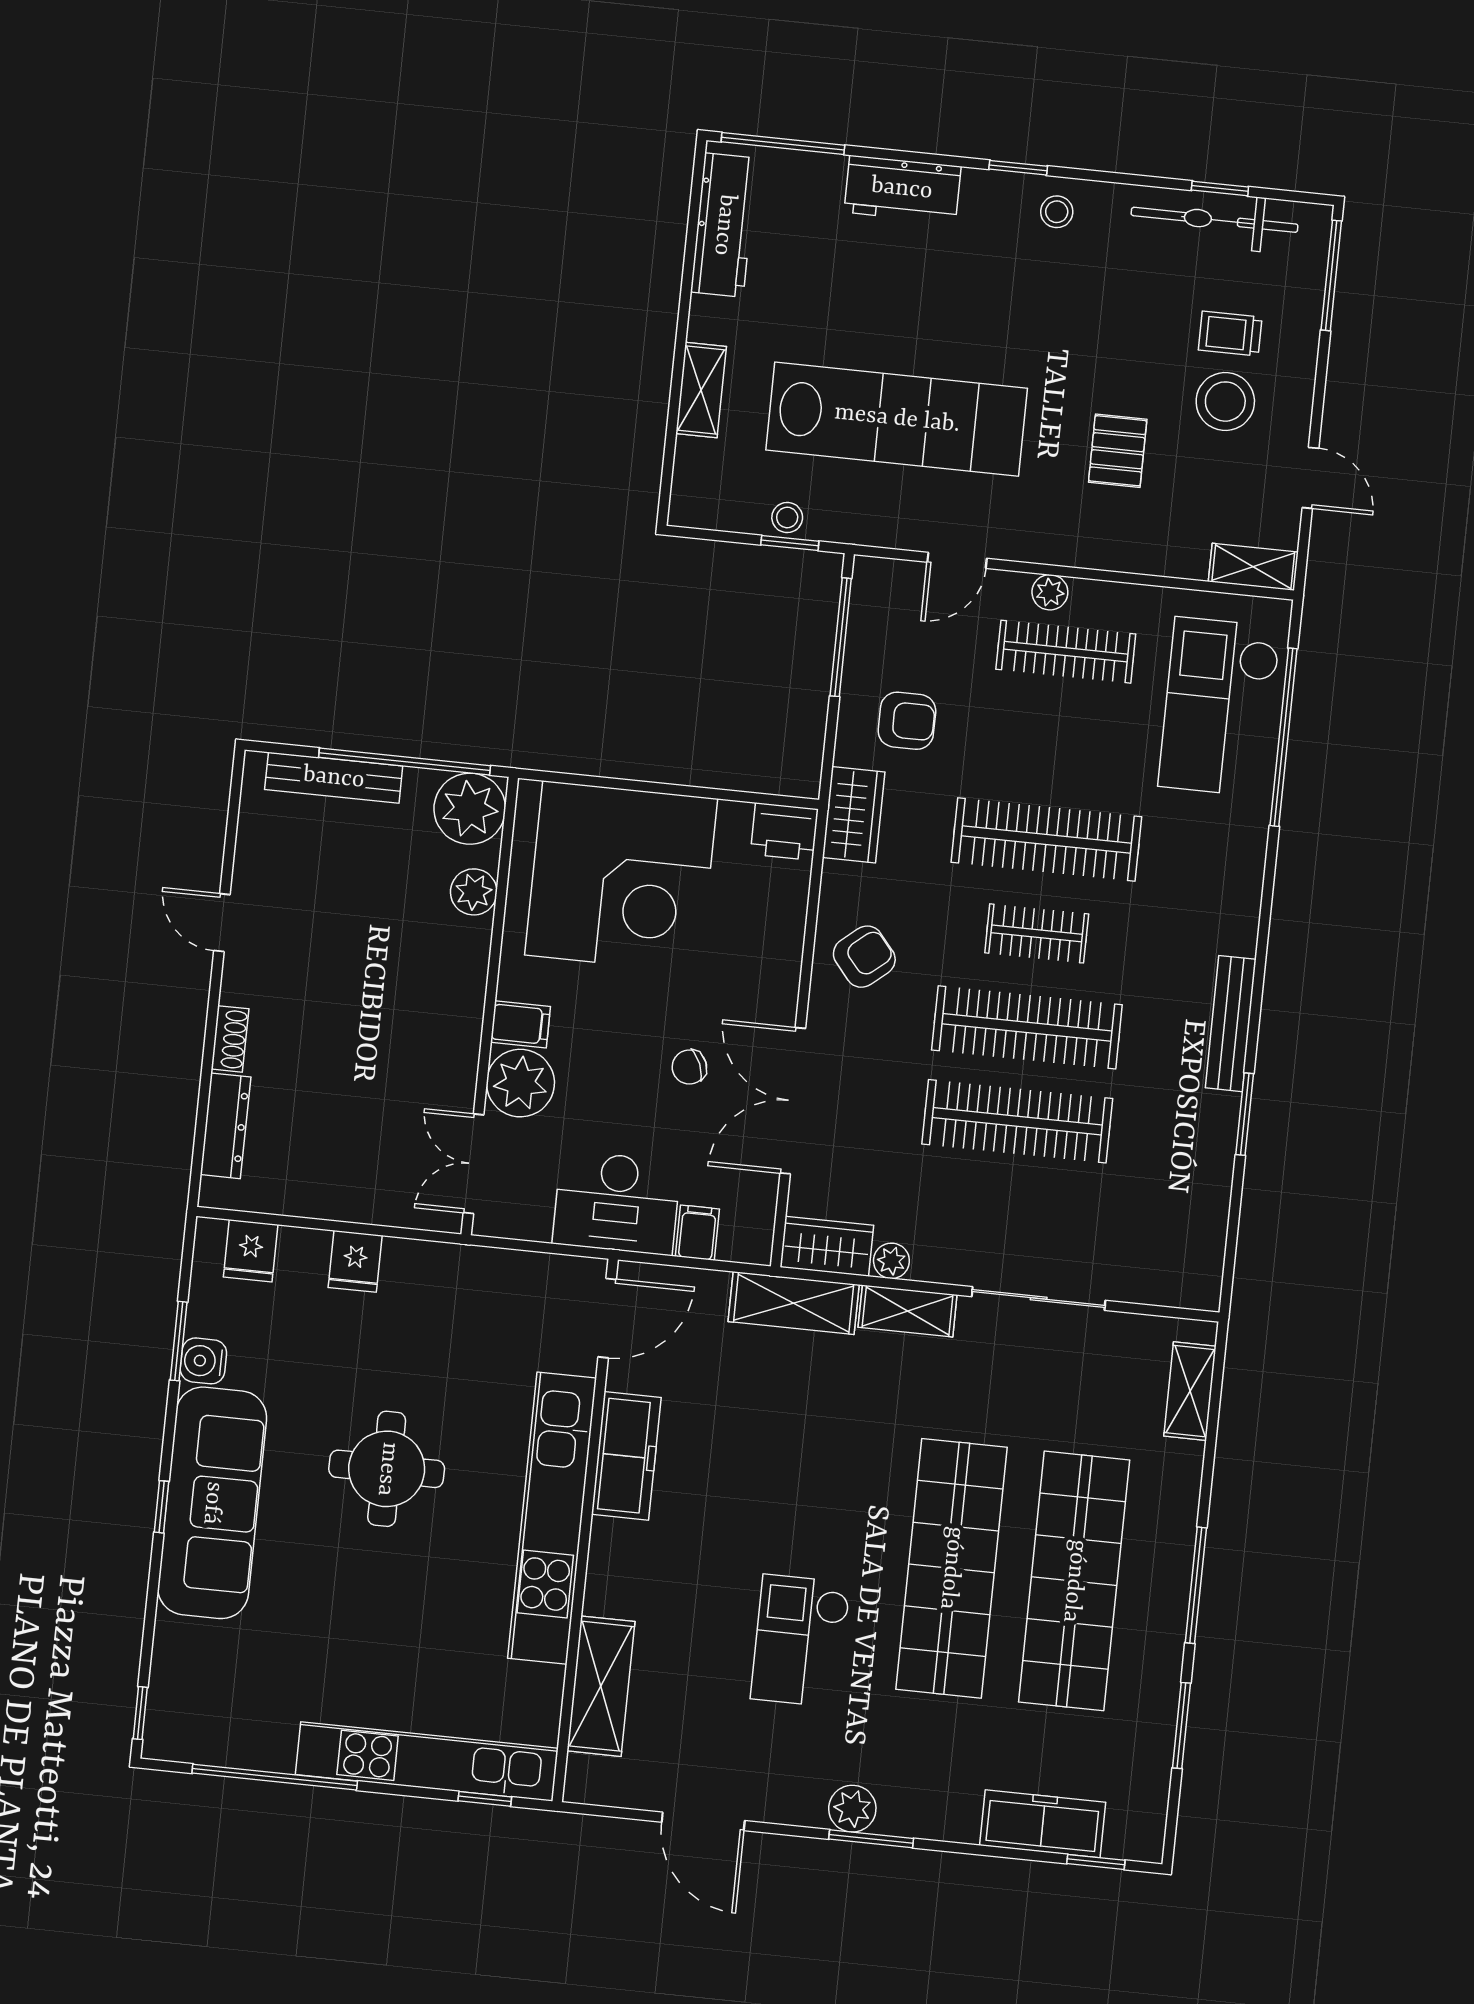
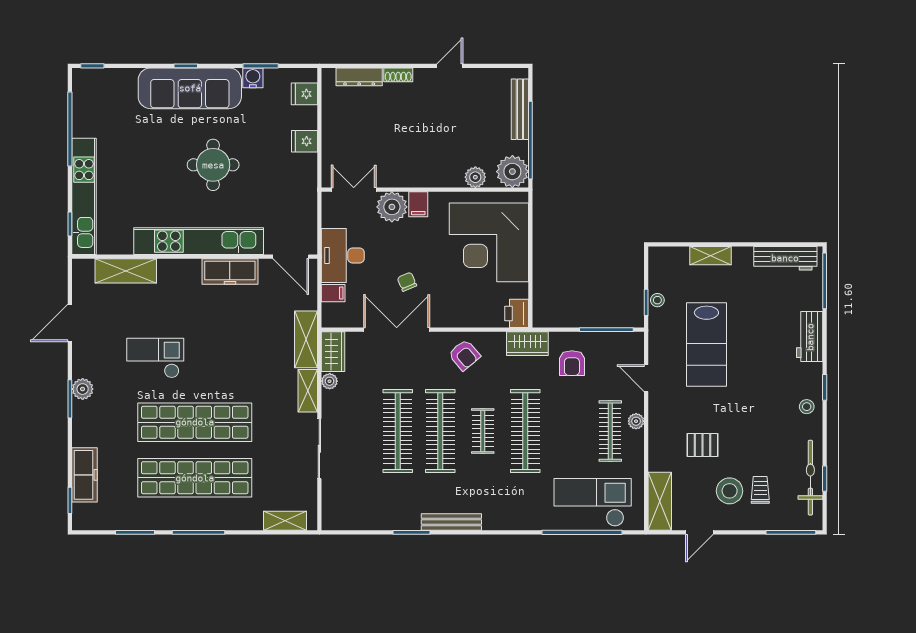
lab bench: (897, 419) -> (706, 345), width x0.73
shelving: (1253, 567) -> (660, 501), width x1.50, depth x1.33

